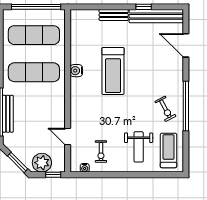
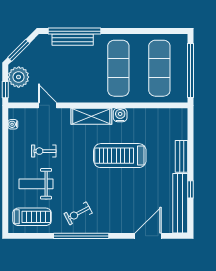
shelving: (77, 97) -> (91, 116), added
door: (68, 136) -> (47, 105), hinge flipped
exercise bike: (101, 152) -> (44, 151), moved

